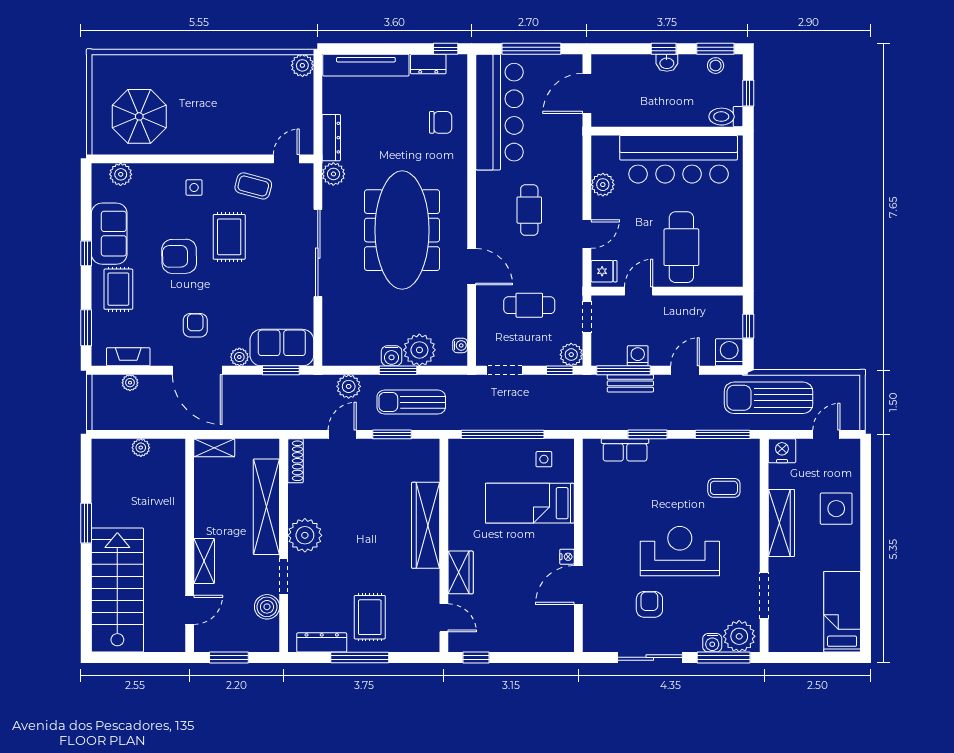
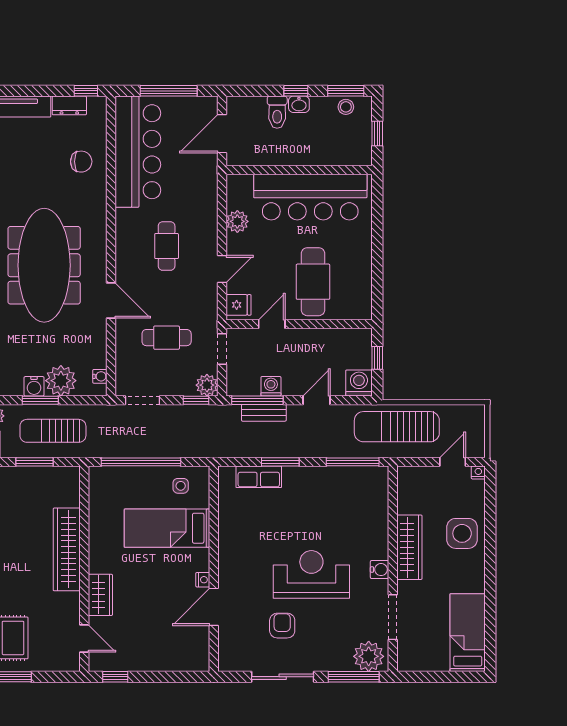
toilet: (726, 117) -> (277, 112), moved, turned -90
nightstand: (782, 451) -> (478, 473), moved, width x0.53, depth x0.56
coffee table: (724, 488) -> (354, 513), removed
water cooler: (712, 643) -> (380, 570), moved, turned -90

